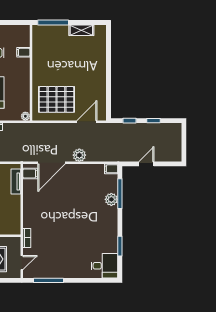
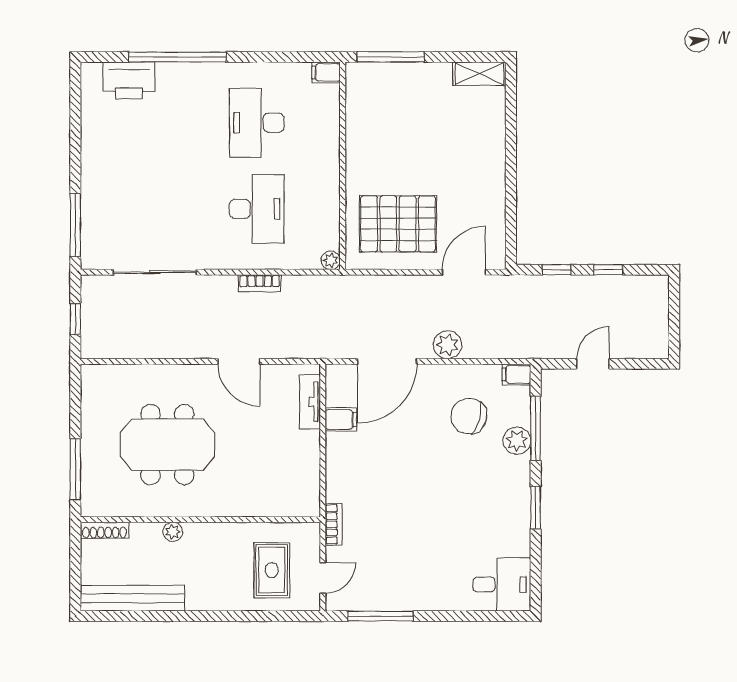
shelving: (81, 30) -> (479, 74), moved
filing cabinet: (23, 52) -> (326, 72), moved
filing cabinet: (30, 173) -> (341, 419), moved
chair: (89, 188) -> (469, 416), added
window: (120, 246) -> (536, 508), moved

